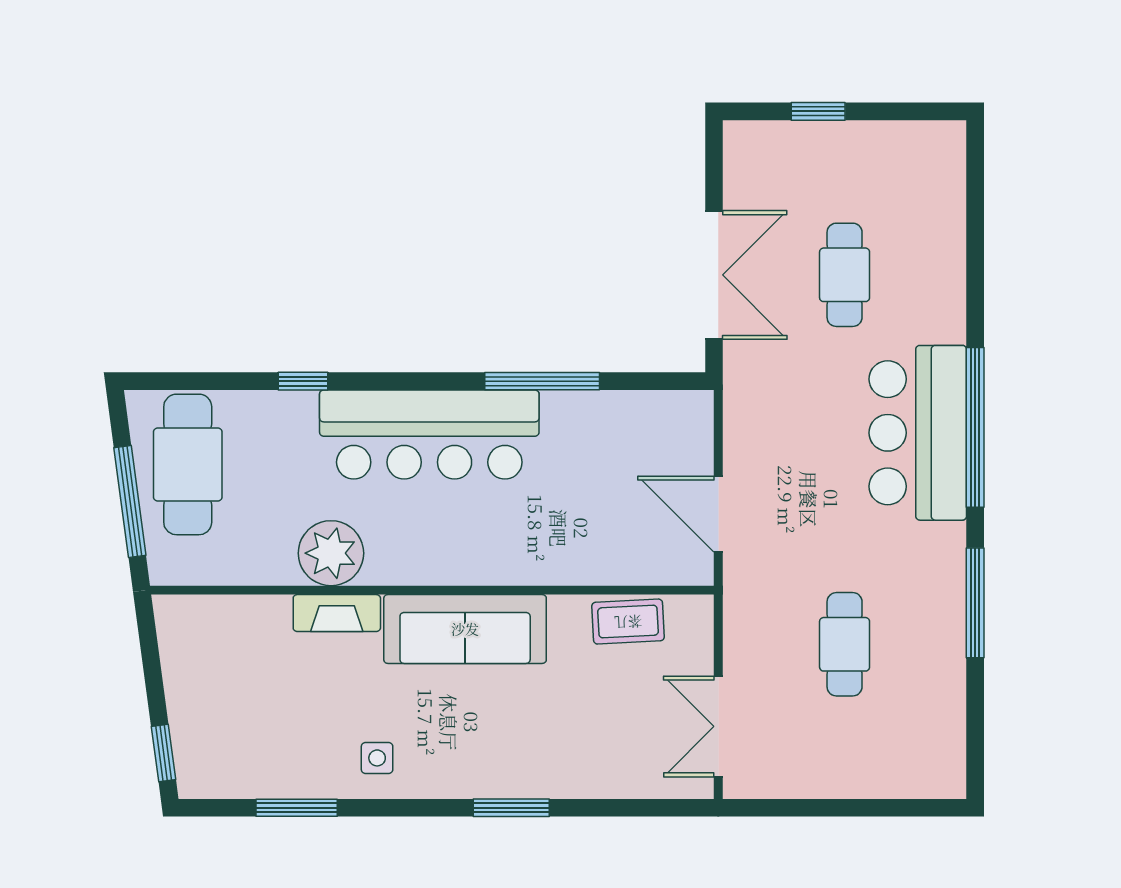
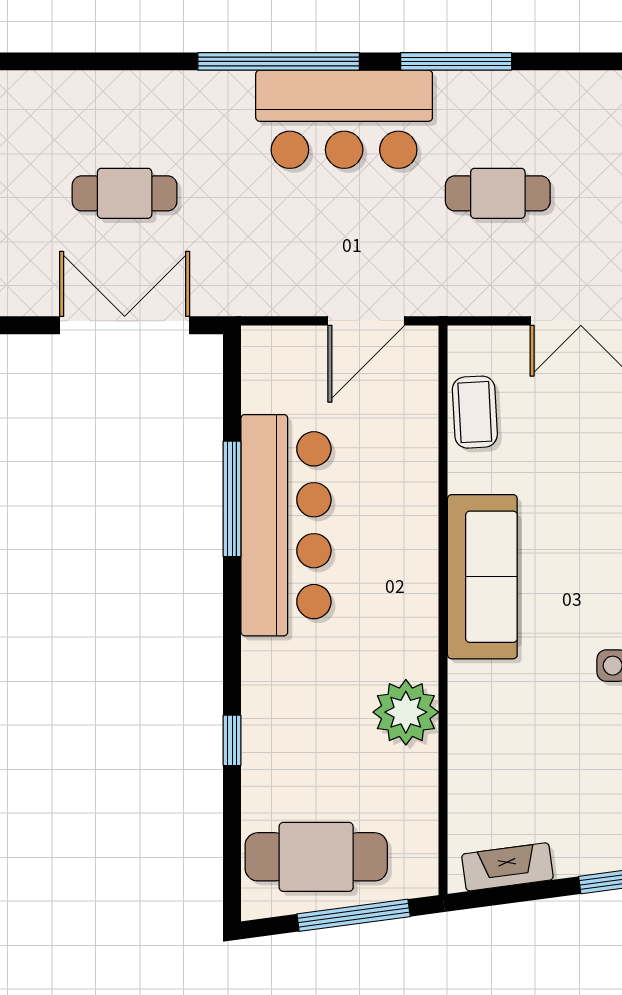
bar counter: (918, 433) -> (344, 119), moved
bar counter: (429, 435) -> (286, 525), moved
fireplace: (337, 613) -> (507, 867), moved, turned -98

